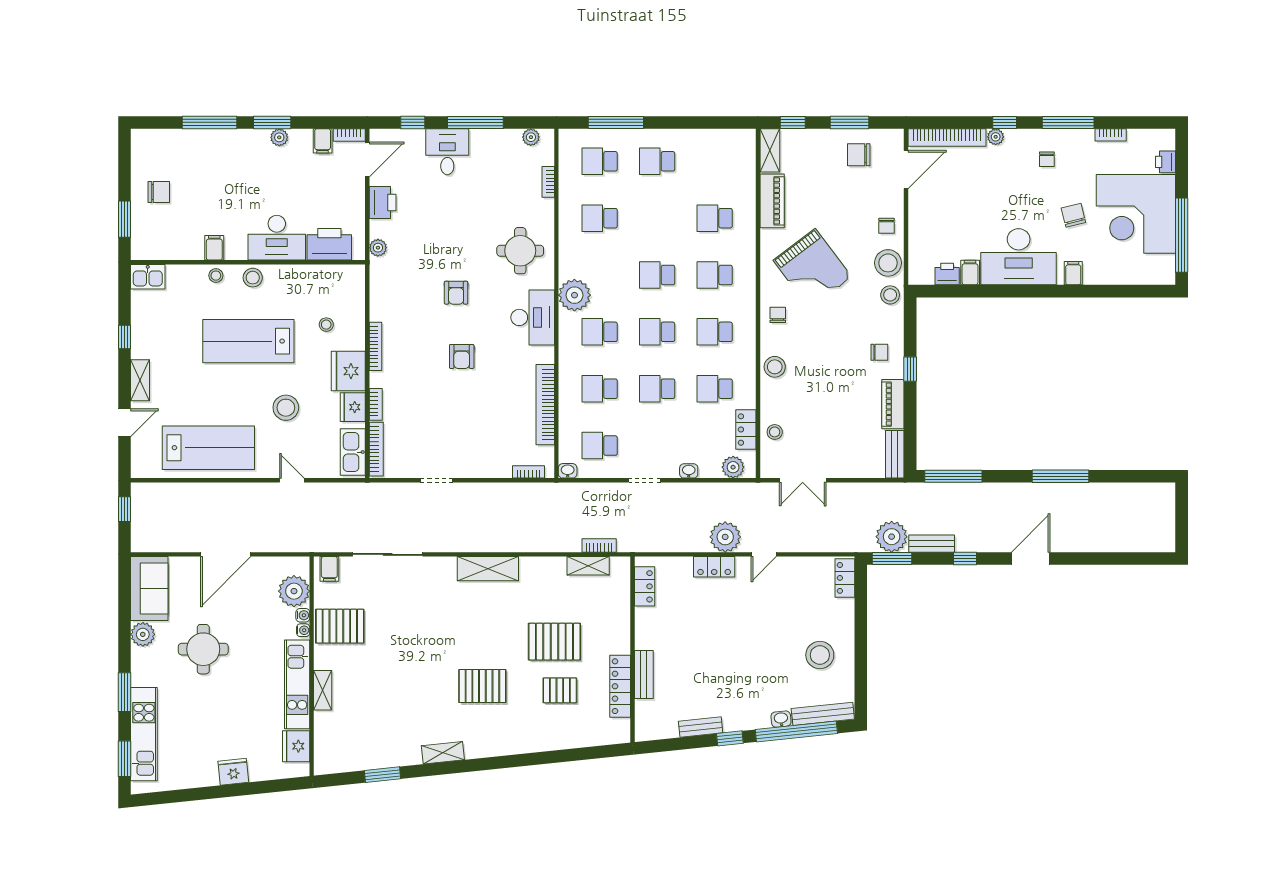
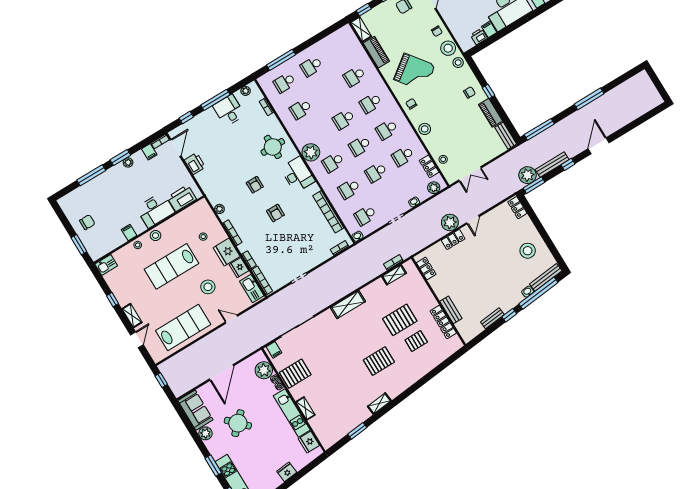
desk: (447, 152) -> (229, 110), moved
plant: (378, 248) -> (219, 209), moved
bench: (932, 544) -> (552, 165), width x1.36
round table: (203, 649) -> (238, 423), turned 45

